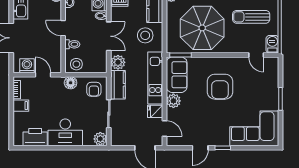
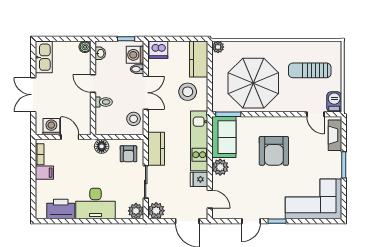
plant: (118, 62) -> (156, 211), moved
stool: (76, 64) -> (134, 119), moved
fireplace: (273, 73) -> (335, 135), added

